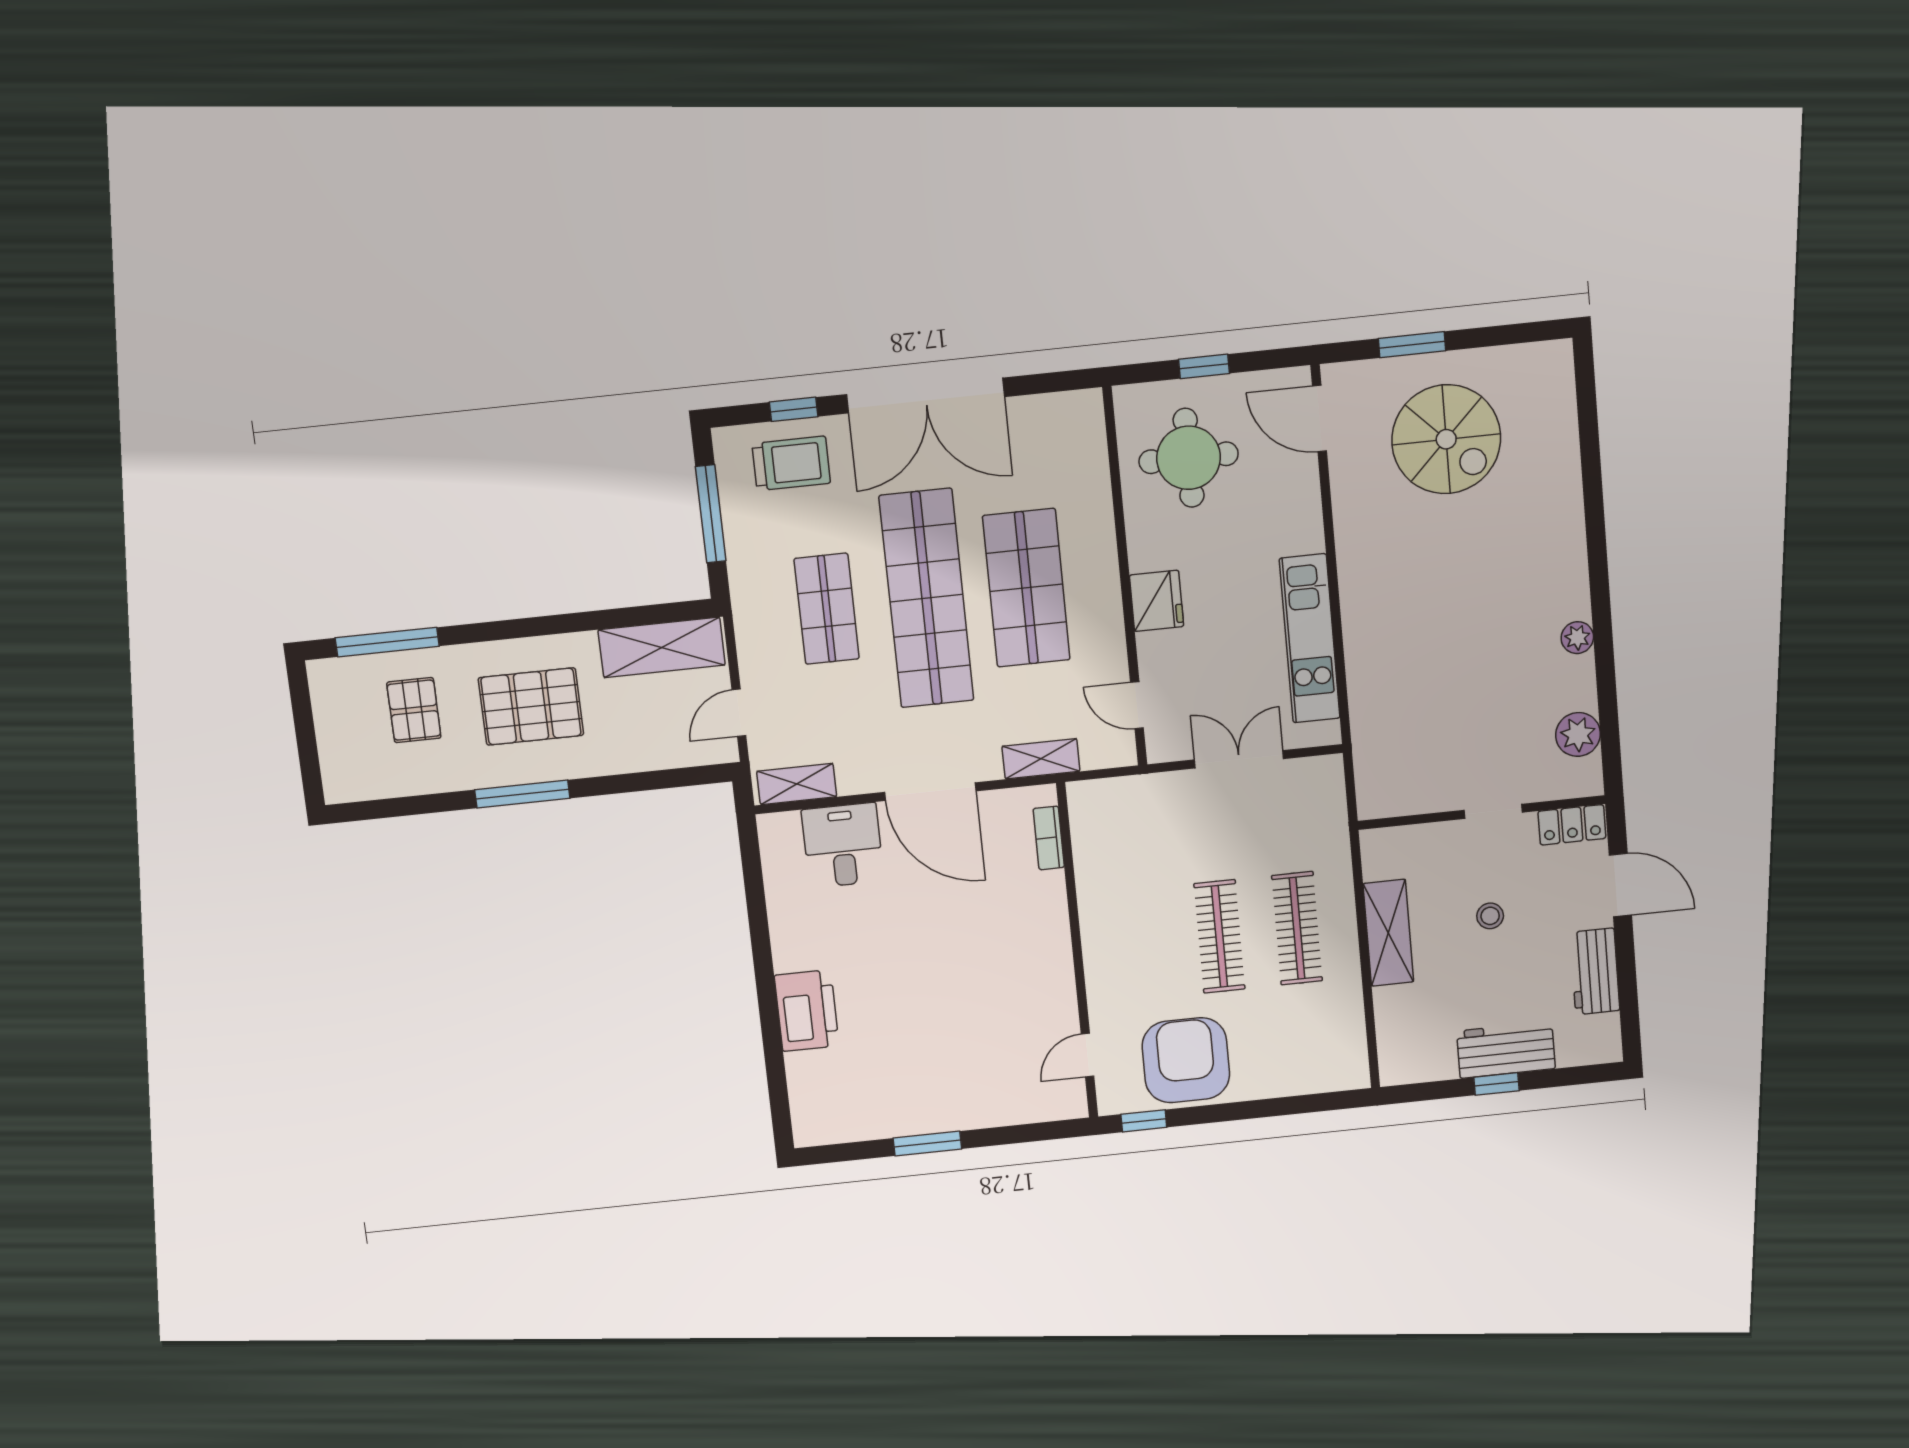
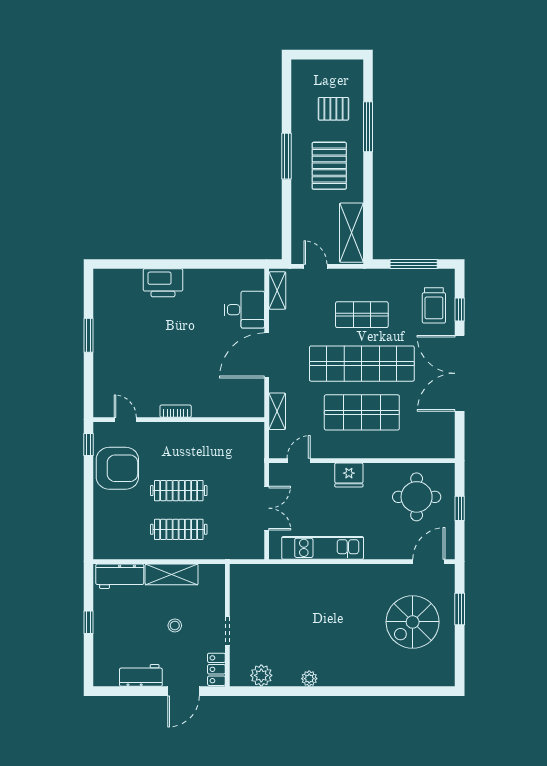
window: (387, 642) -> (368, 127), moved
bookcase: (1049, 838) -> (176, 411), moved
workbench: (1506, 1050) -> (120, 576), moved, turned 90

